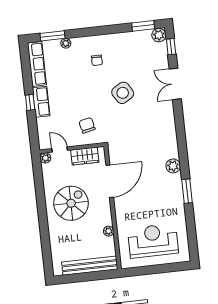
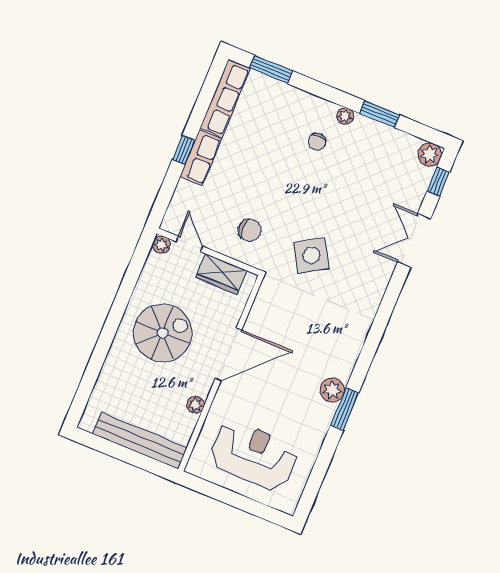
window: (143, 26) -> (380, 114), moved
plant: (66, 43) -> (345, 116), moved
side table: (123, 93) -> (311, 255), moved
chair: (87, 125) -> (250, 230), turned 102
plant: (173, 166) -> (332, 390), moved
door: (110, 181) -> (228, 354), moved

